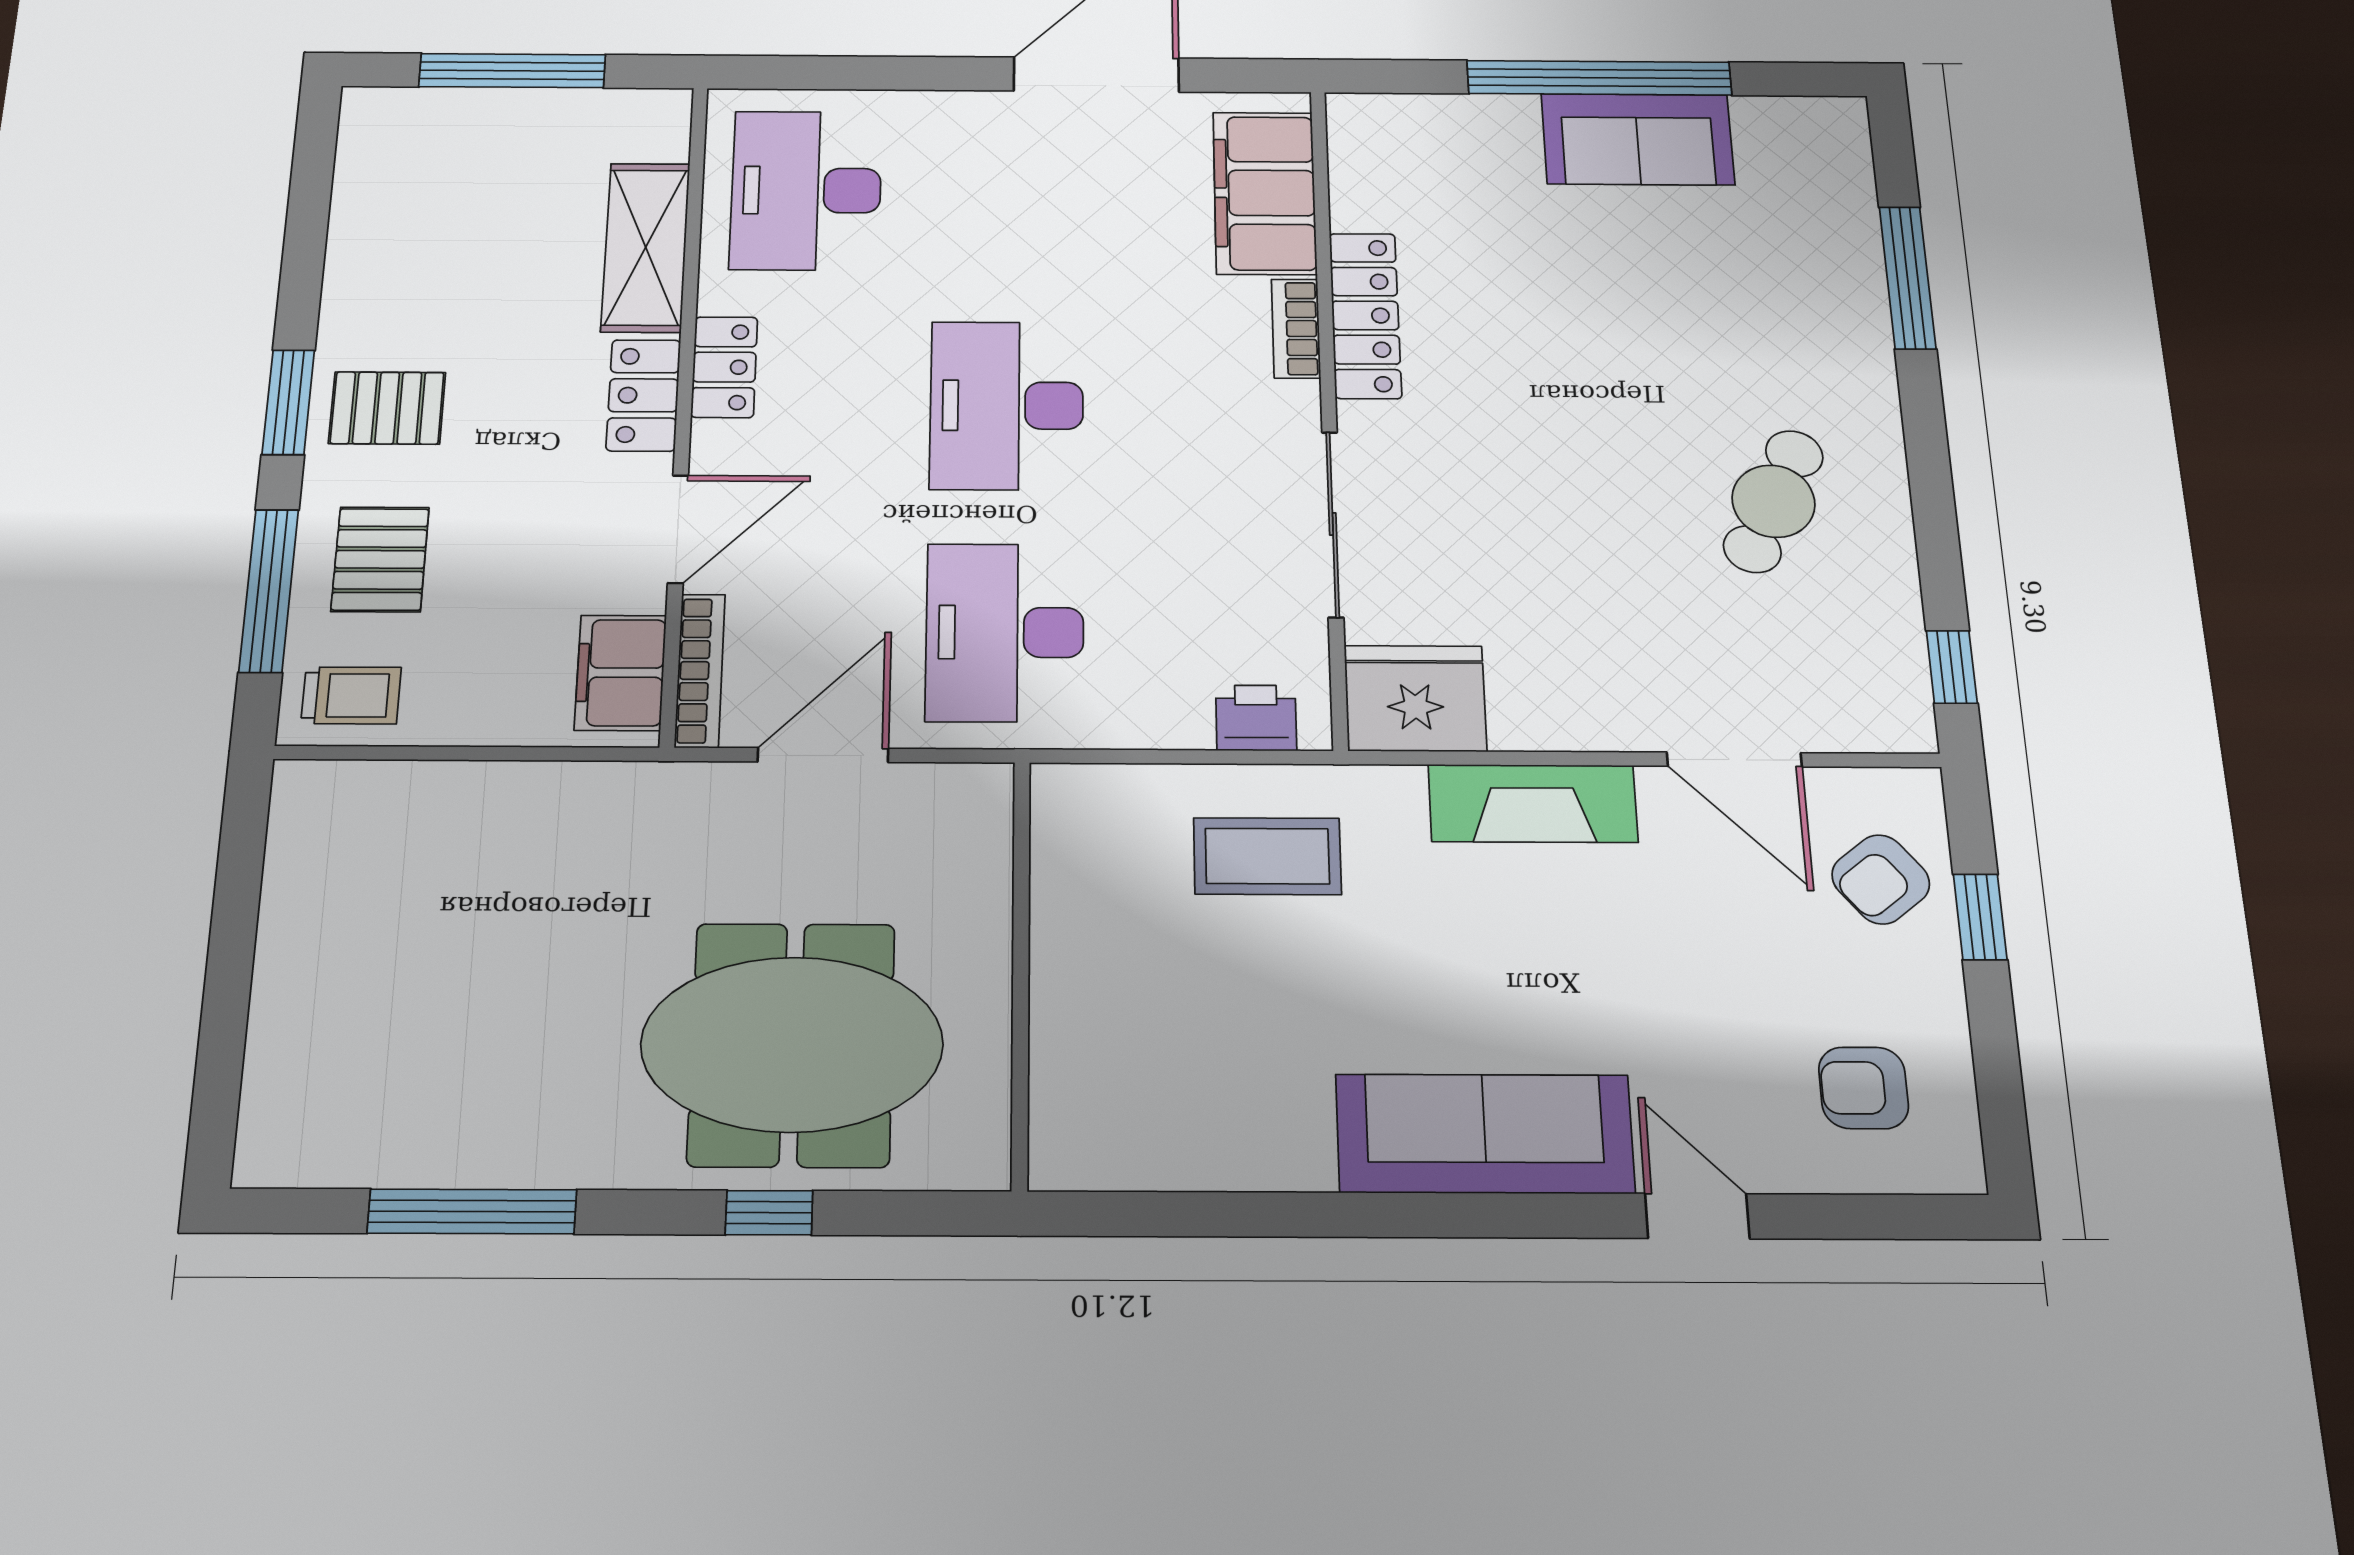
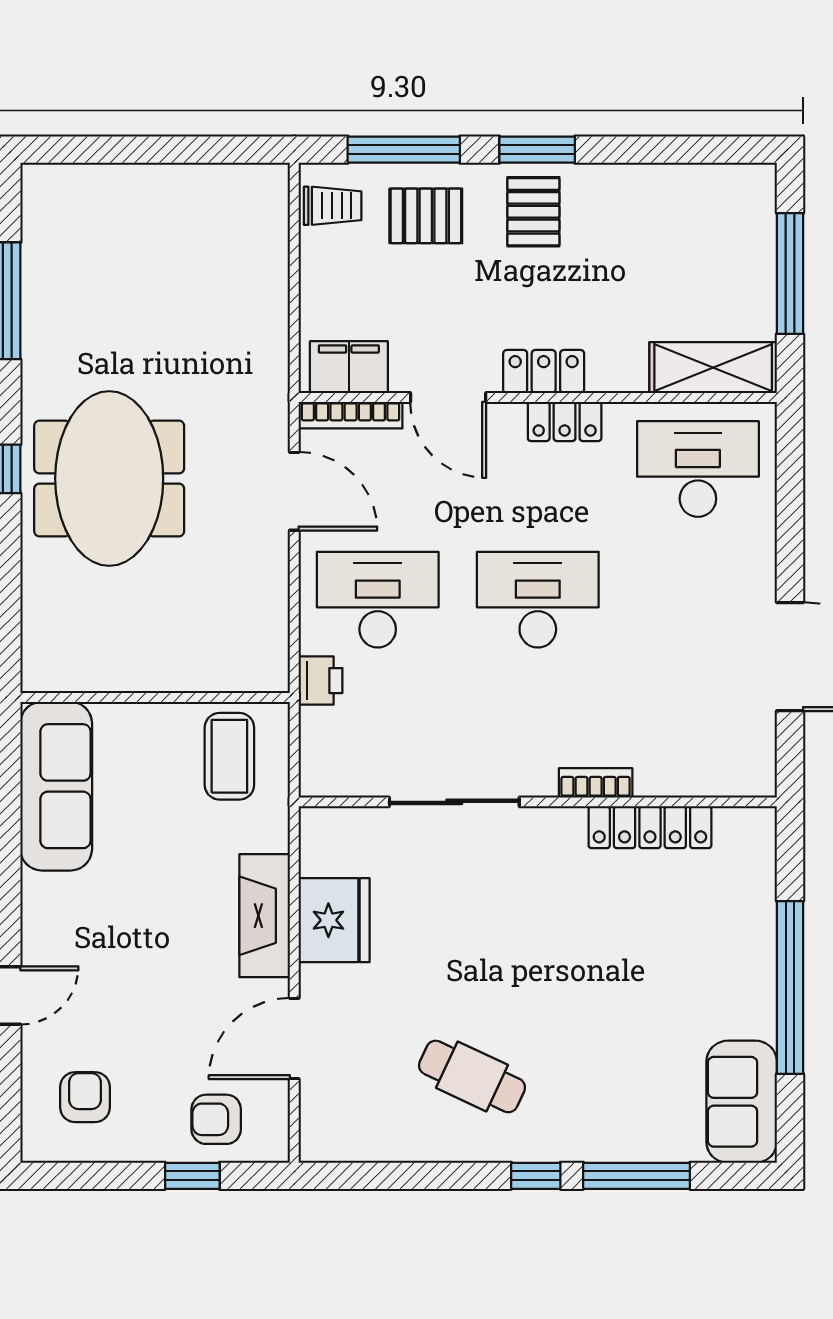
sofa: (1638, 139) -> (742, 1102), moved
filing cabinet: (1265, 193) -> (698, 765), removed
shelving: (646, 247) -> (713, 368), moved
locker: (1365, 315) -> (650, 827), moved
window: (1952, 667) -> (536, 1176), moved
trolley: (351, 695) -> (333, 206), turned -90
fridge: (1415, 698) -> (334, 920), moved
printer: (1256, 718) -> (321, 681), moved
armchair: (1881, 879) -> (216, 1119), turned -51
wall: (1021, 971) -> (155, 697), moved
sofa: (1485, 1134) -> (56, 786), moved

